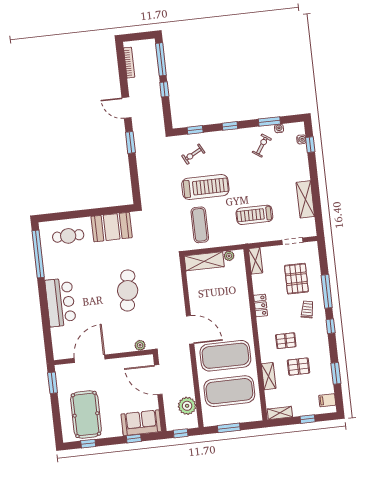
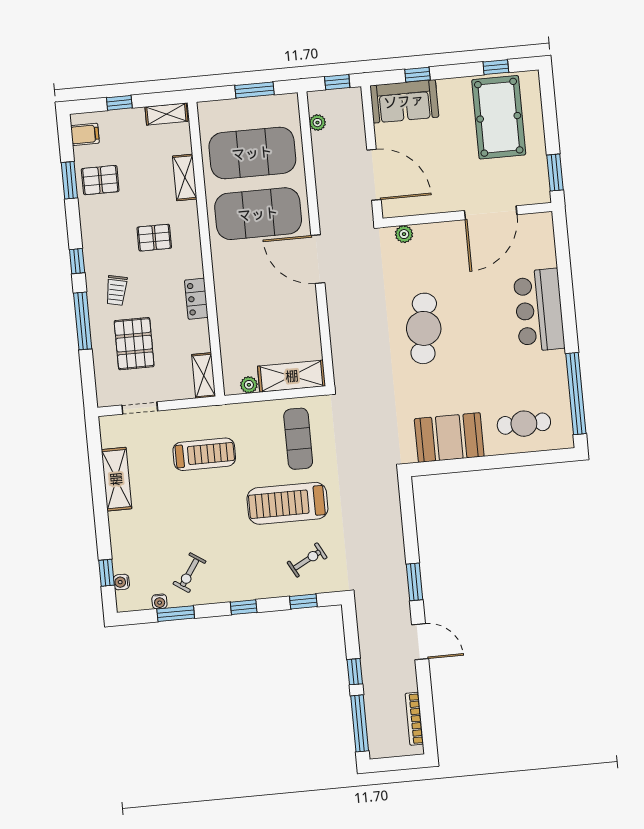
pallet: (298, 367) -> (100, 180), moved
plant: (187, 406) -> (317, 123), width x0.53, depth x0.53

